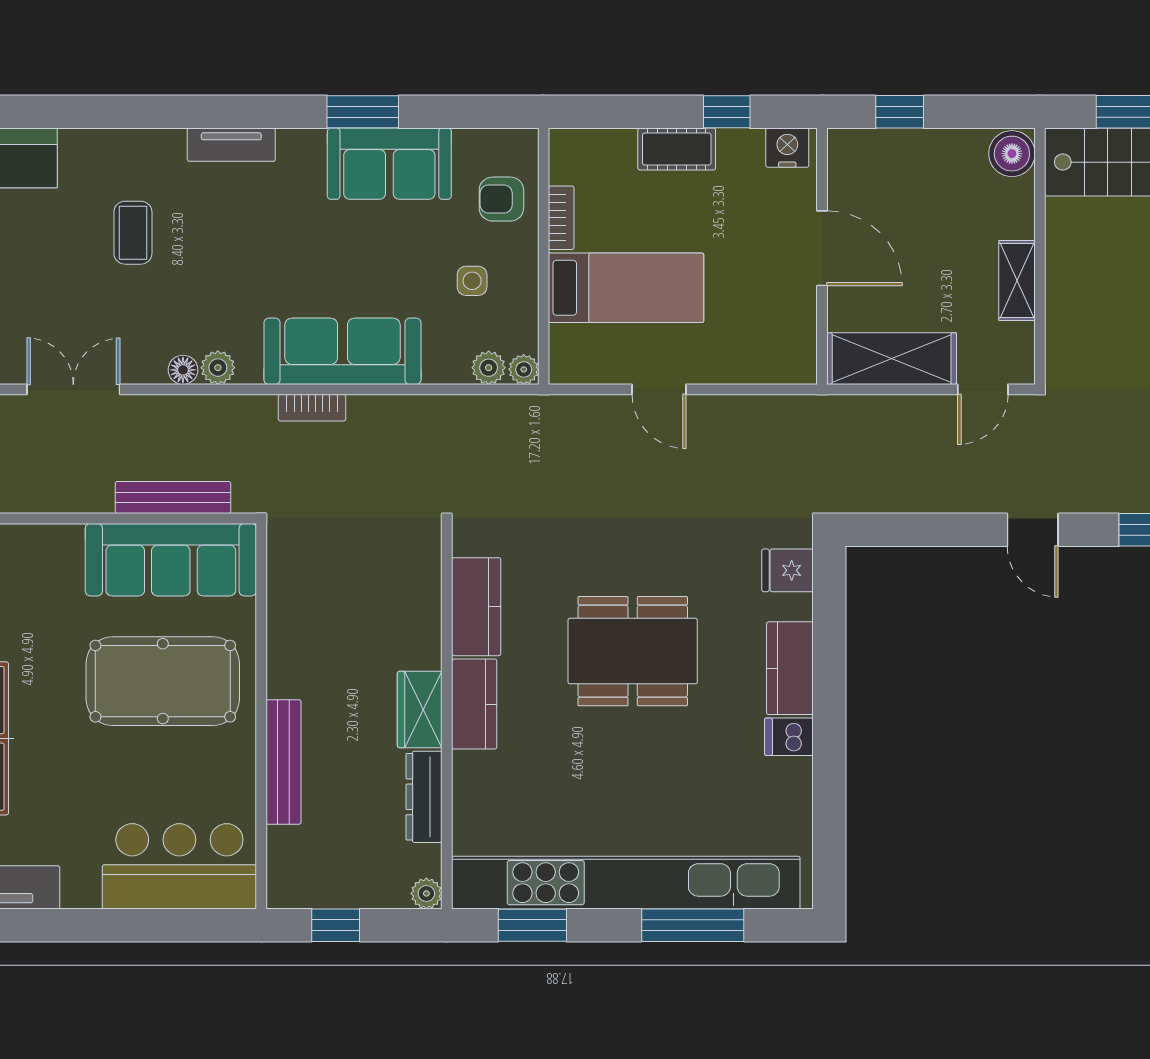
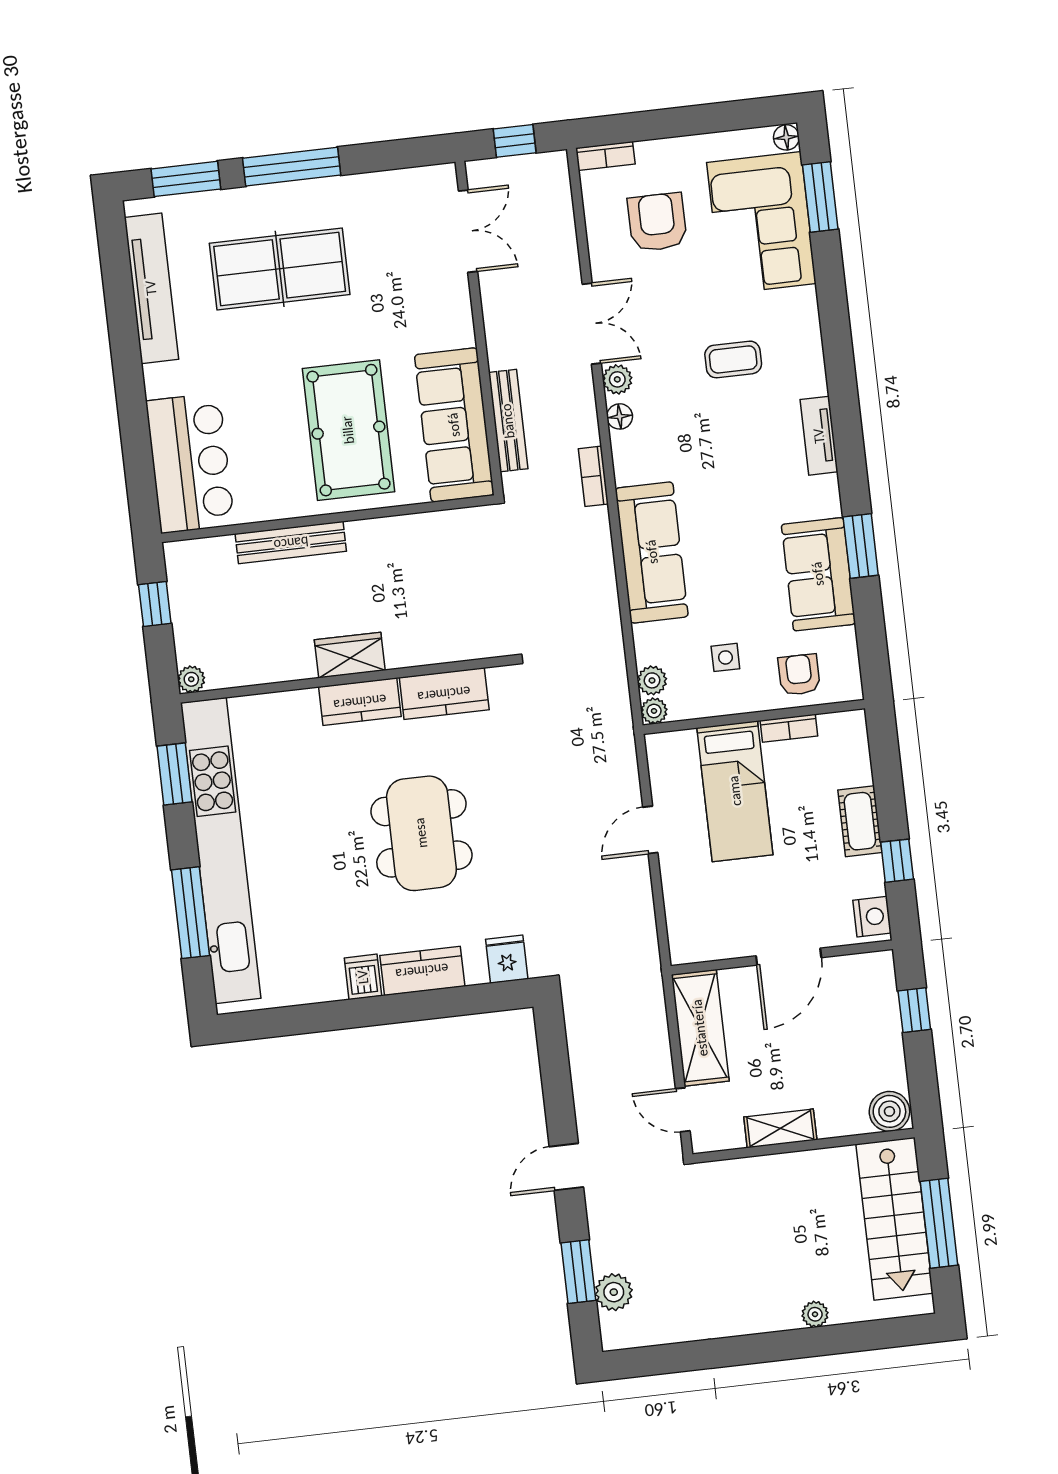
plant: (218, 368) -> (617, 379), moved
bookcase: (312, 408) -> (593, 476), moved
dresser: (424, 797) -> (275, 668), removed

